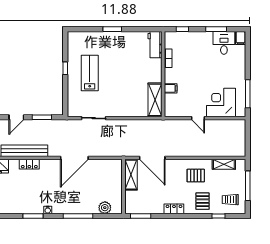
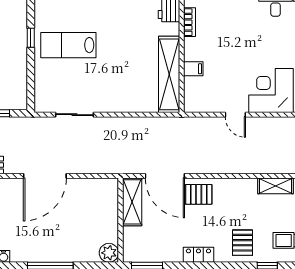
lab bench: (90, 73) -> (68, 45), turned -90
shelving: (155, 100) -> (169, 74), width x1.47
pallet: (196, 176) -> (199, 194), moved
plant: (105, 208) -> (109, 253), moved

